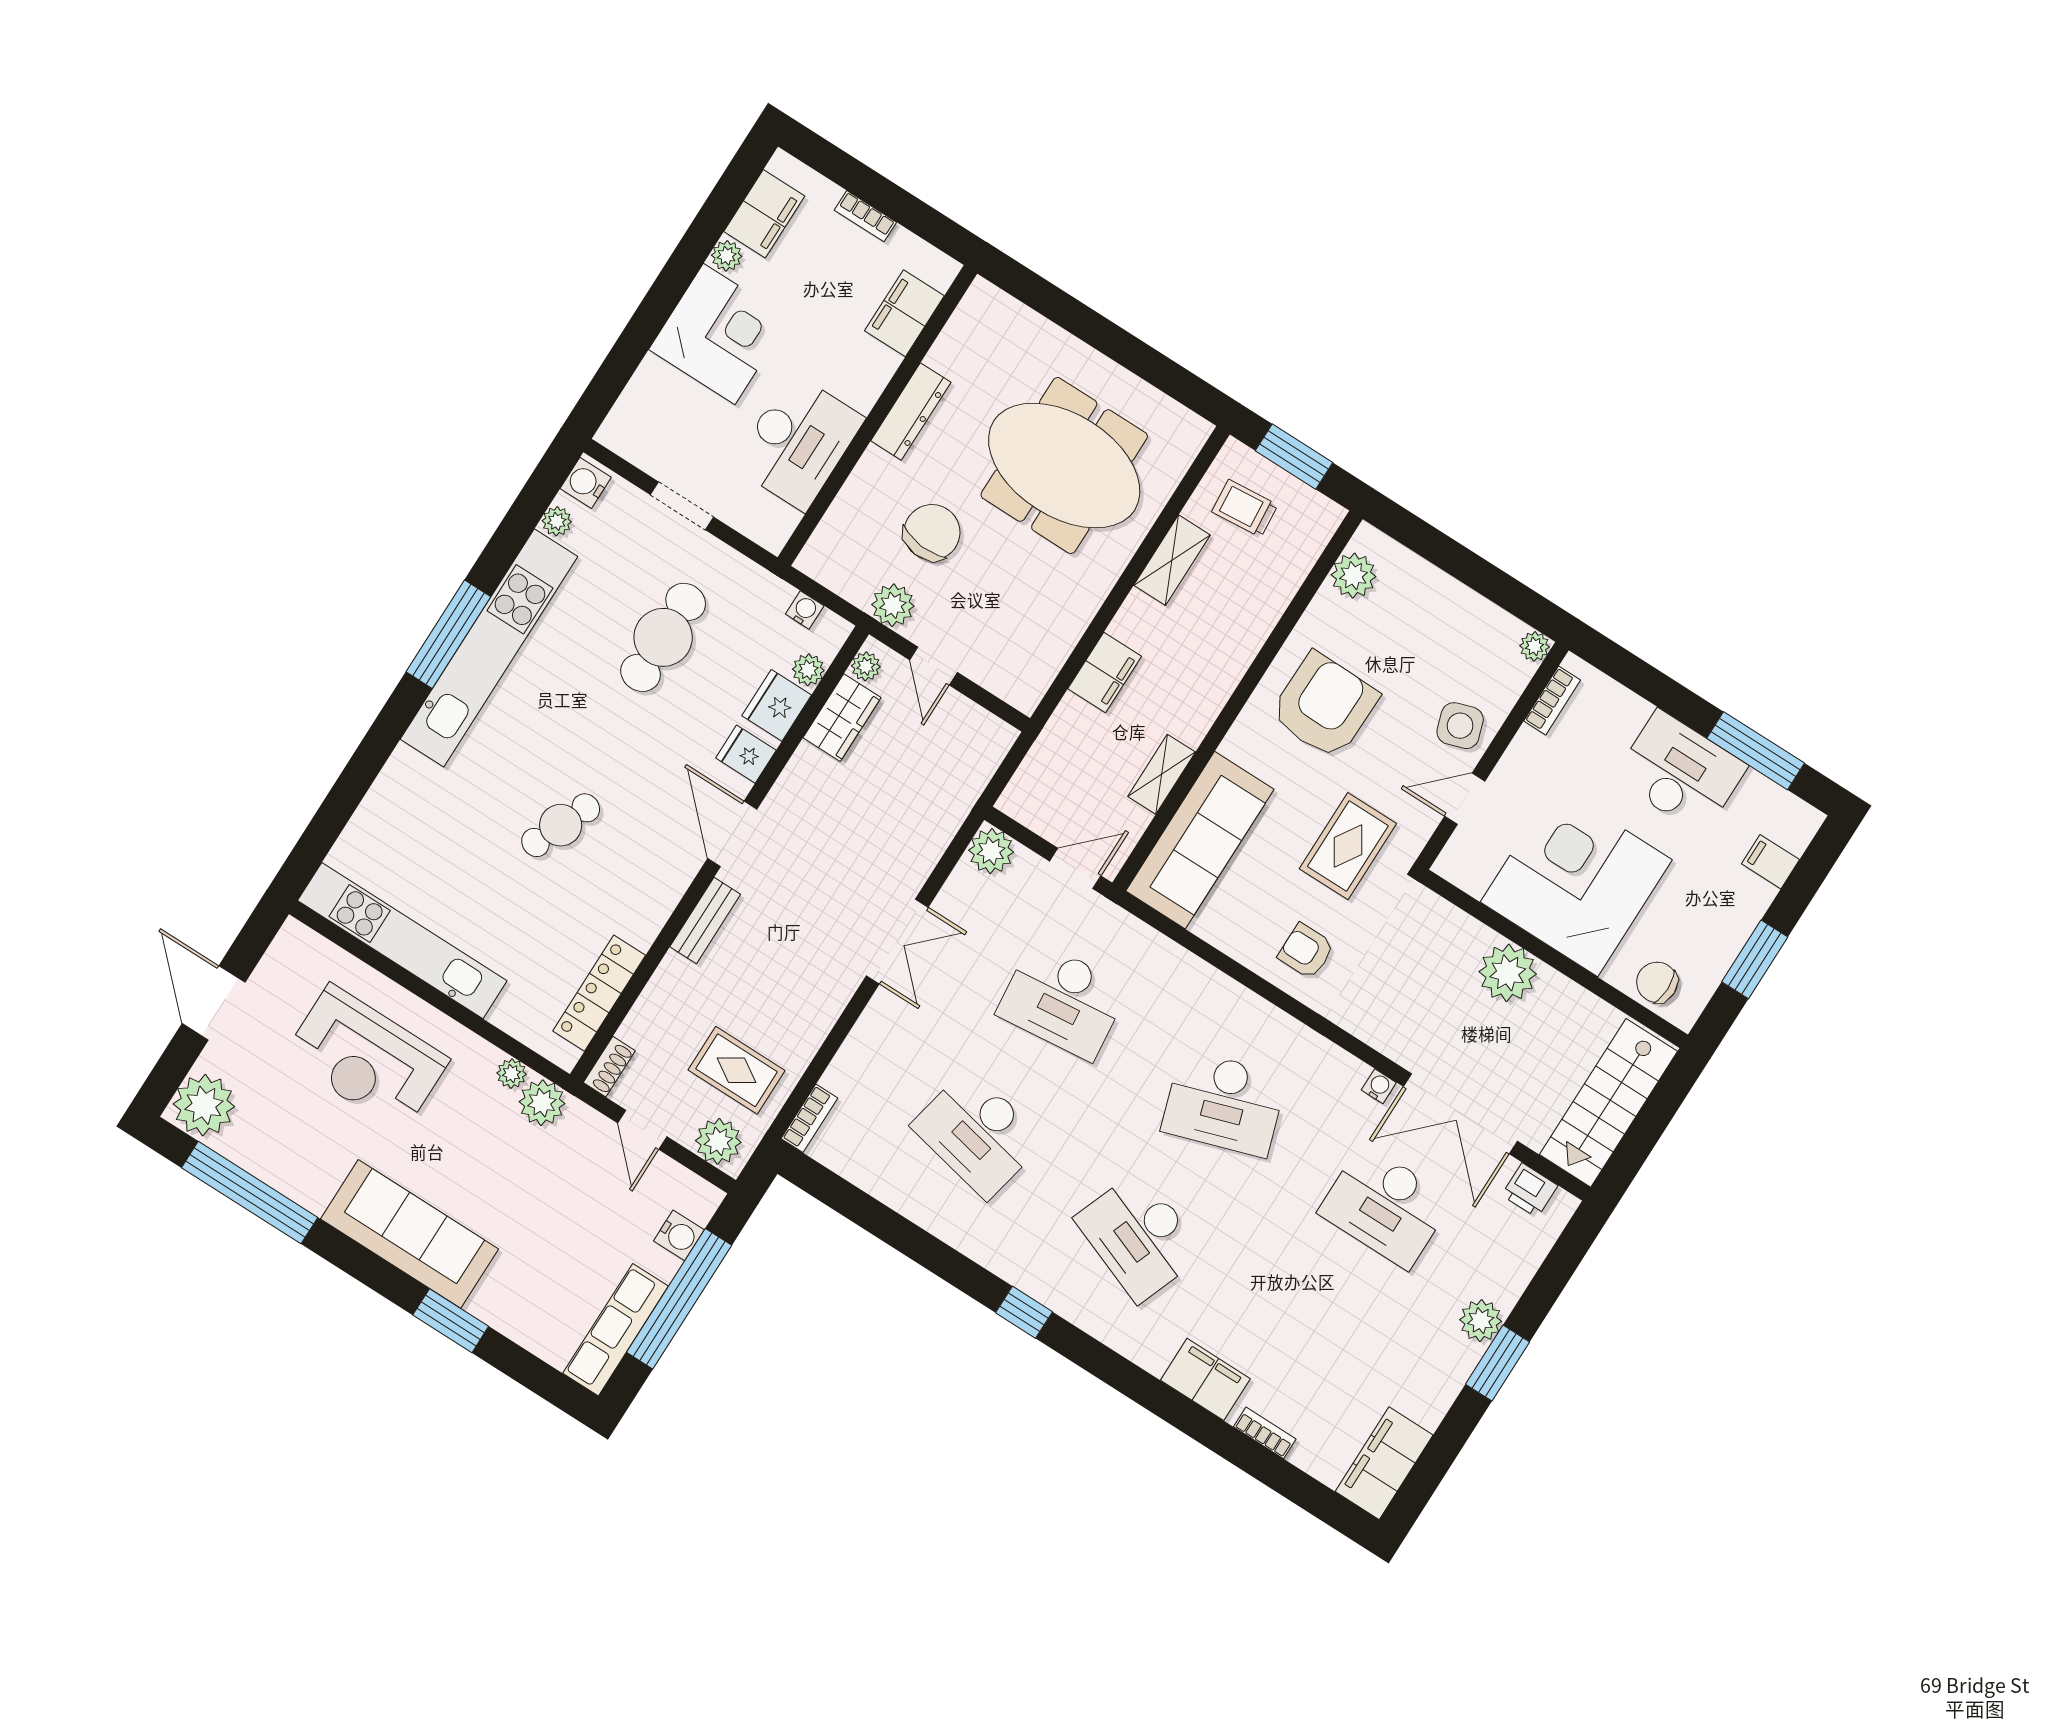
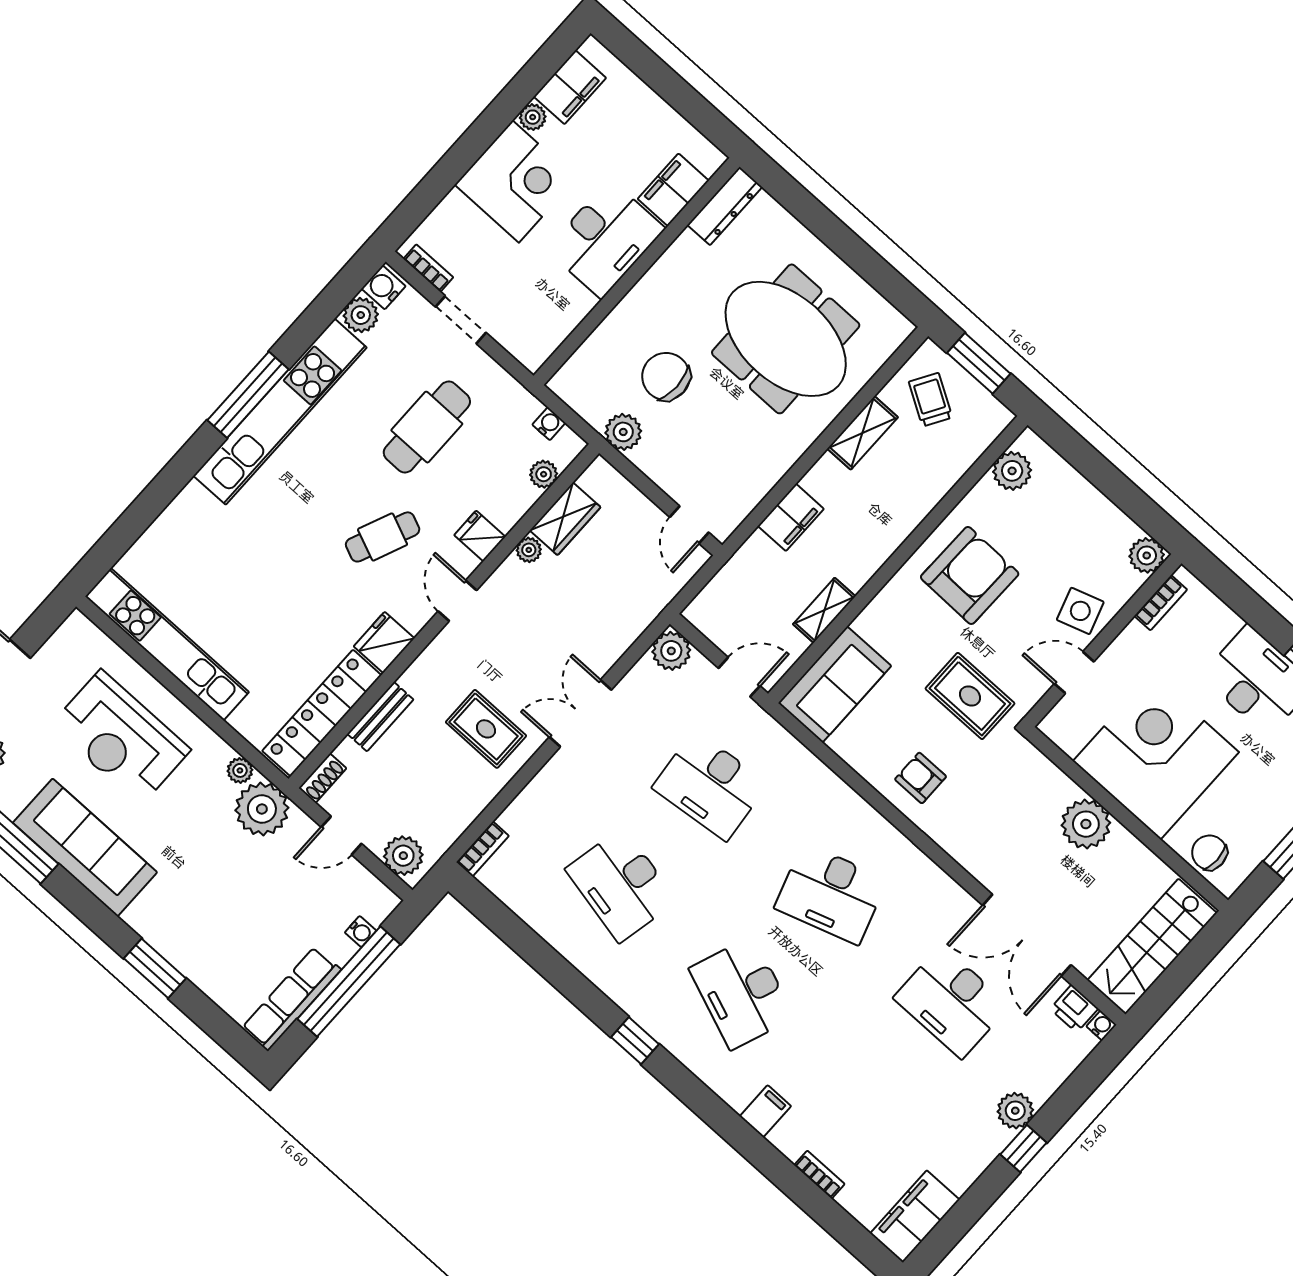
bookcase: (865, 216) -> (428, 268), moved, turned 180
dresser: (911, 411) -> (725, 206), moved
desk: (798, 442) -> (606, 239), moved
trolley: (1245, 508) -> (931, 400), turned 36
plant: (557, 521) -> (361, 315), width x1.38, depth x1.38
chair: (932, 532) -> (666, 376), turned -95
plant: (1535, 646) -> (1147, 555), width x1.38, depth x1.38
plant: (866, 666) -> (529, 550), moved
door: (934, 666) -> (689, 525), moved
fridge: (777, 705) -> (384, 642), moved
cafe table: (561, 825) -> (383, 537), moved
door: (732, 834) -> (457, 601), width x0.73
sofa: (1200, 840) -> (835, 684), width x0.73
rug: (1348, 846) -> (970, 696), turned 90
bench: (705, 921) -> (380, 717), moved
double door: (897, 941) -> (580, 713), swing flipped
locker: (599, 993) -> (322, 713), width x1.41, depth x1.21
rug: (736, 1070) -> (486, 729), moved
water cooler: (1379, 1086) -> (1101, 1026), moved
plant: (542, 1103) -> (262, 809), width x1.36, depth x1.36
door: (642, 1130) -> (341, 835), hinge flipped
sofa: (410, 1234) -> (85, 847), moved
water cooler: (679, 1235) -> (361, 932), width x0.72, depth x0.72
window: (1498, 1363) -> (1023, 1149), width x0.67
filing cabinet: (1205, 1379) -> (765, 1111), width x0.50

